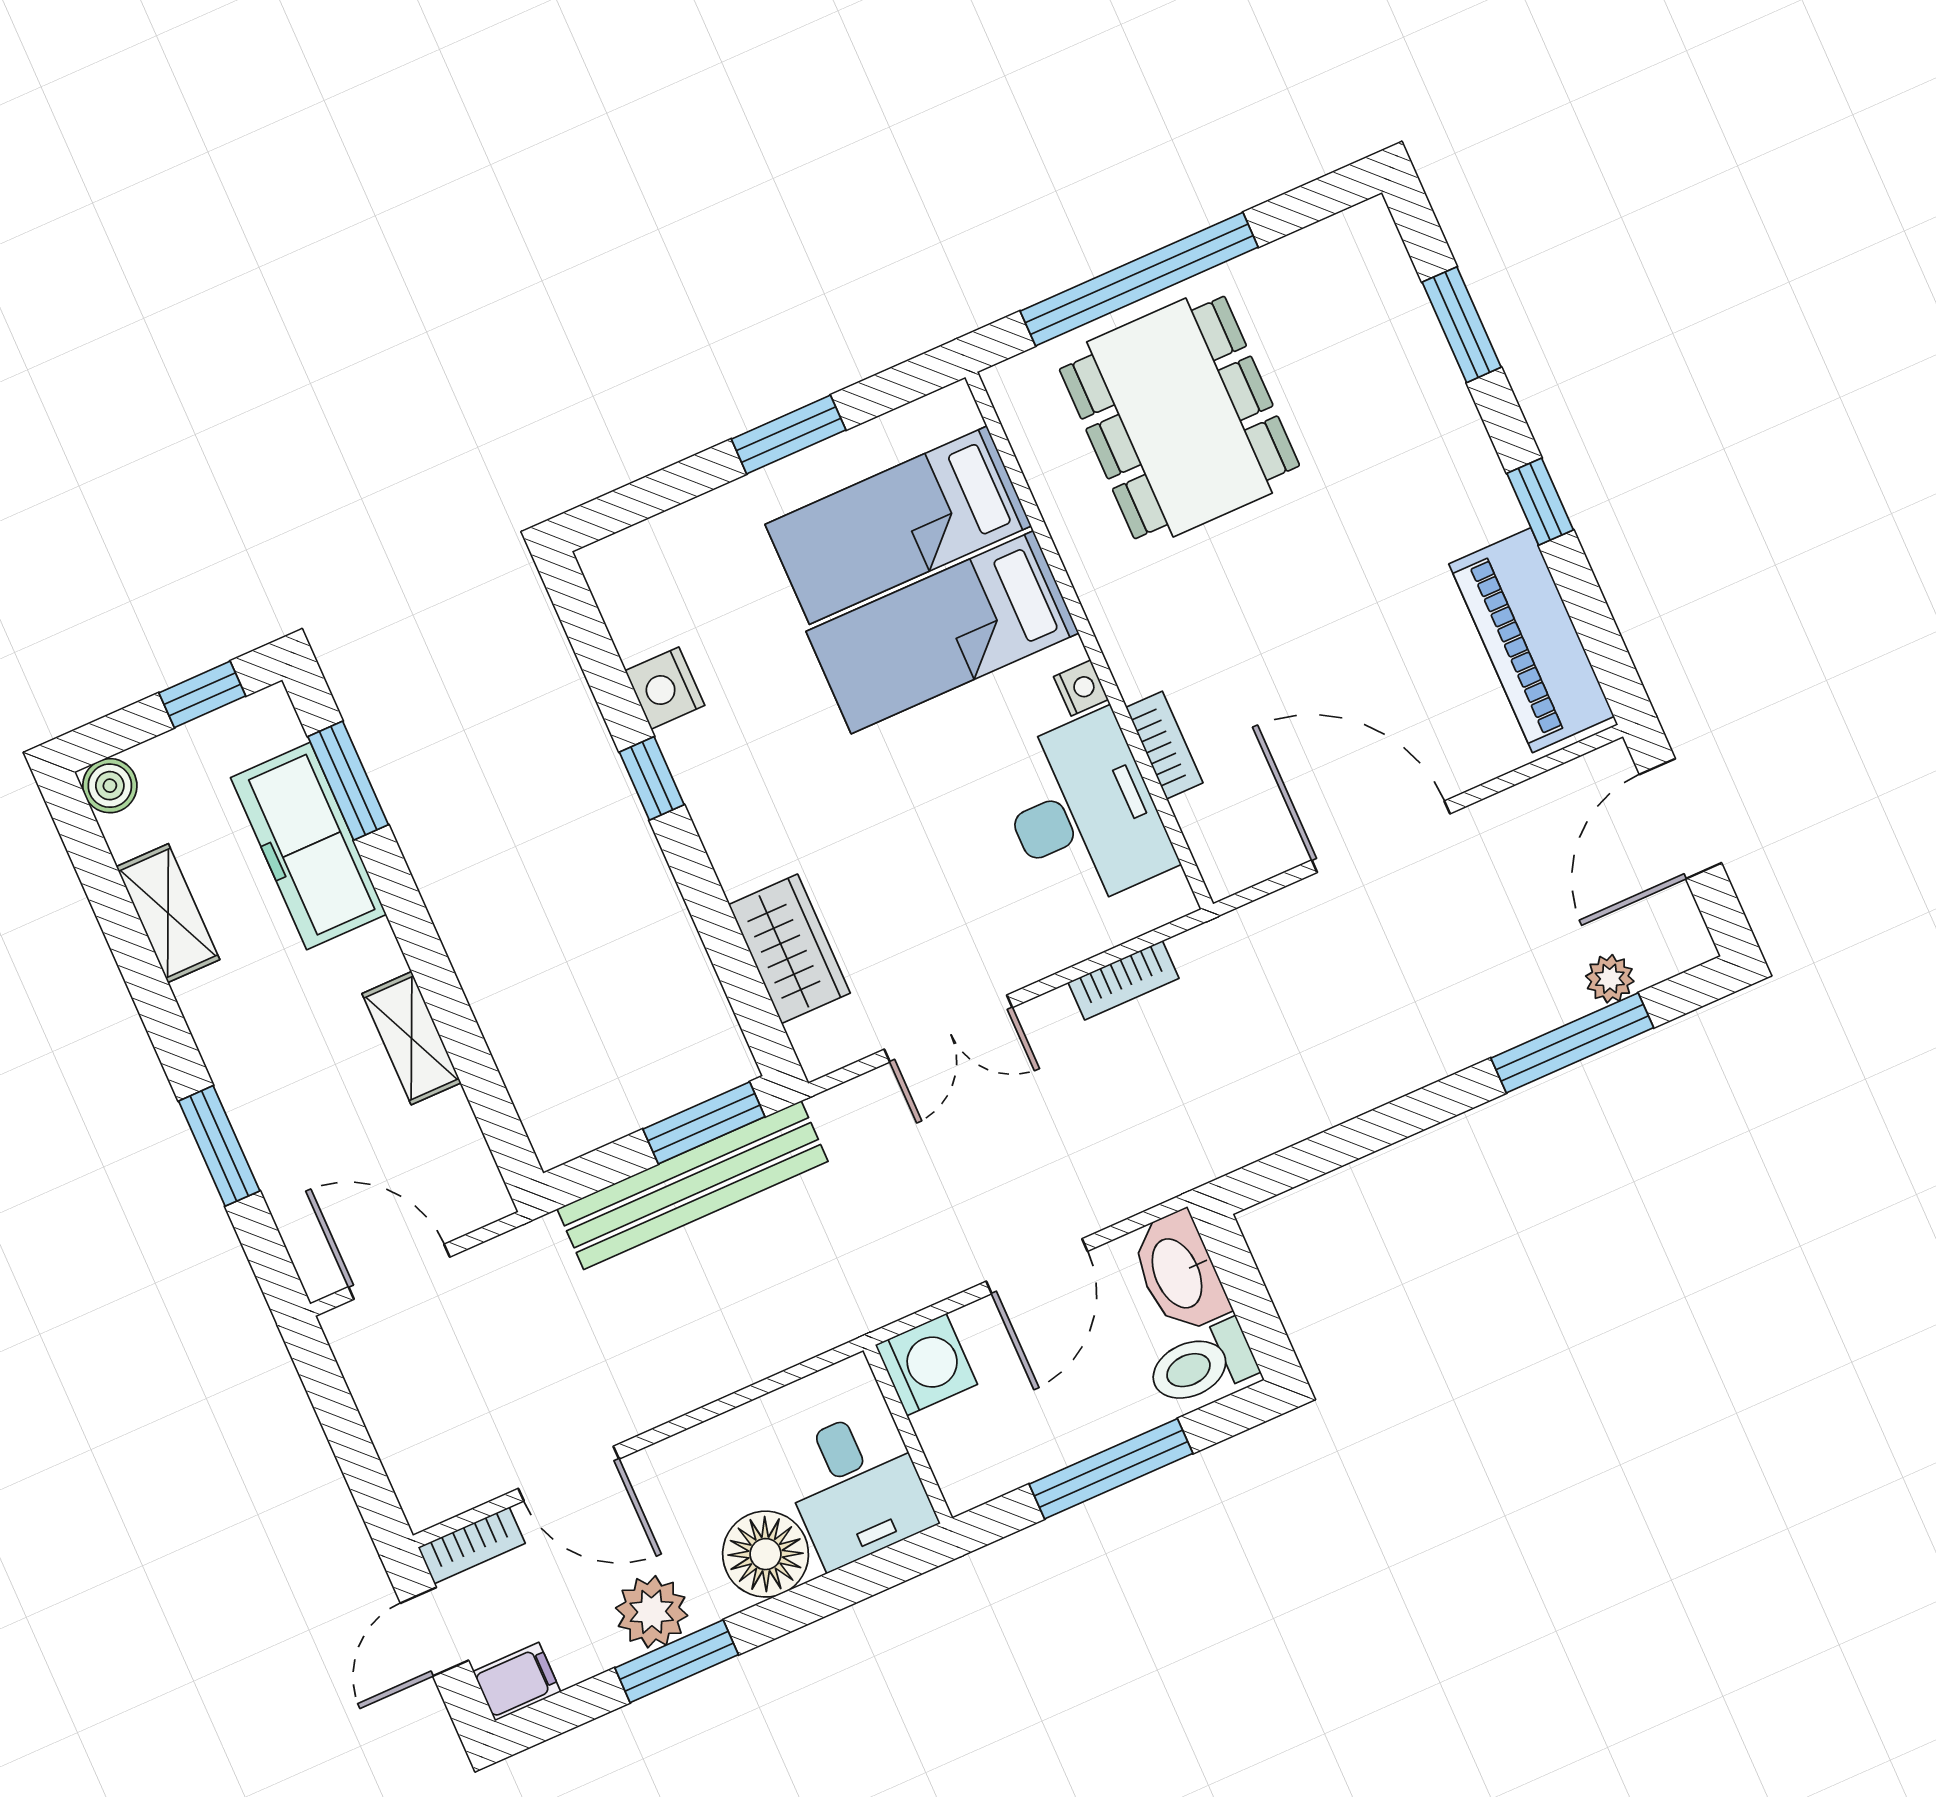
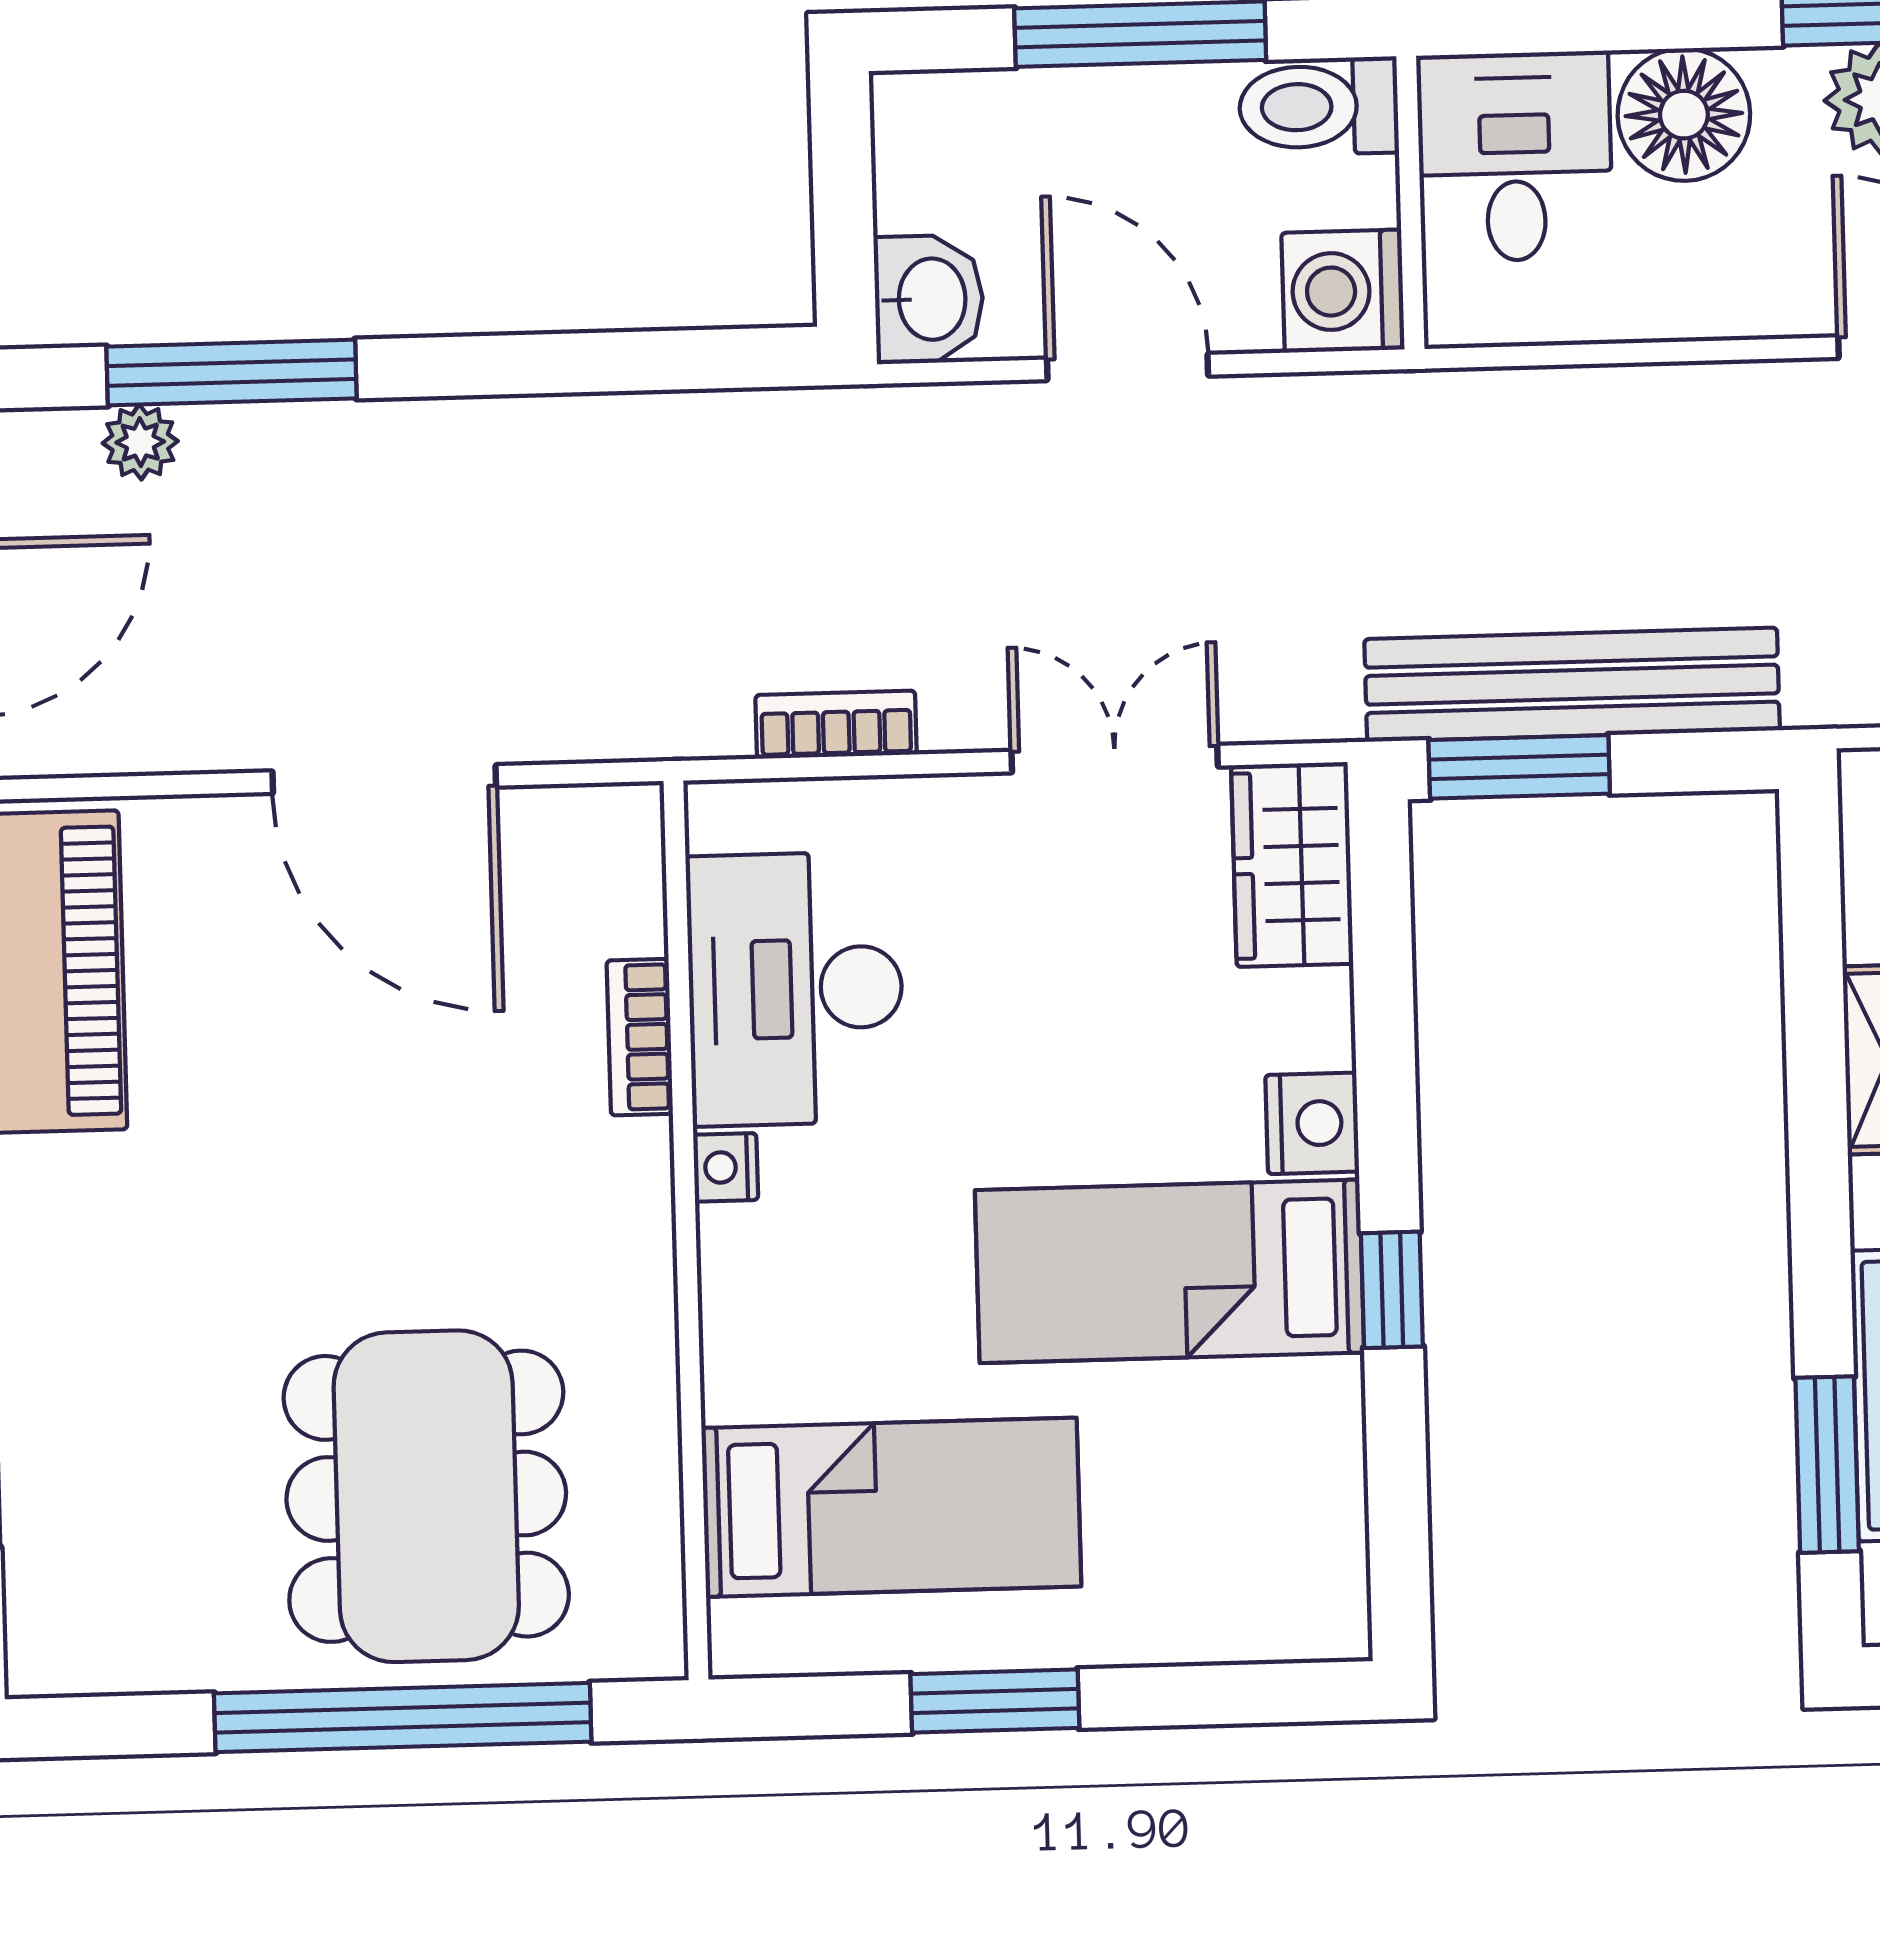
bed: (942, 632) -> (1170, 1271), moved, turned 180
nightstand: (665, 688) -> (1312, 1123), moved
wardrobe: (789, 949) -> (1292, 865), moved
door: (1037, 1266) -> (1127, 367), hinge flipped
washbasin: (1179, 1273) -> (929, 299), width x0.72
toilet: (1202, 1364) -> (1319, 107), moved, turned 180

